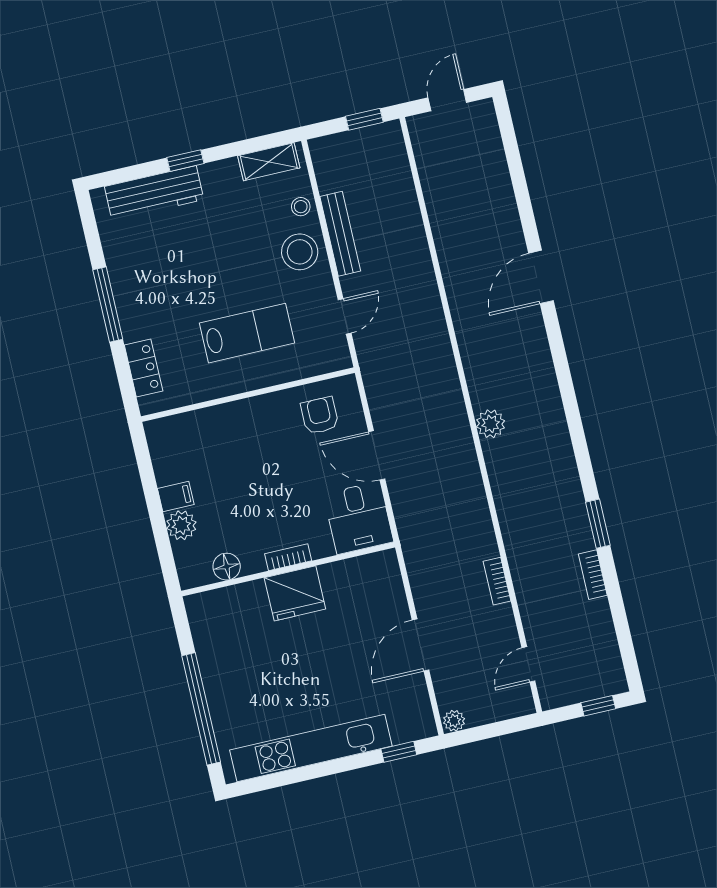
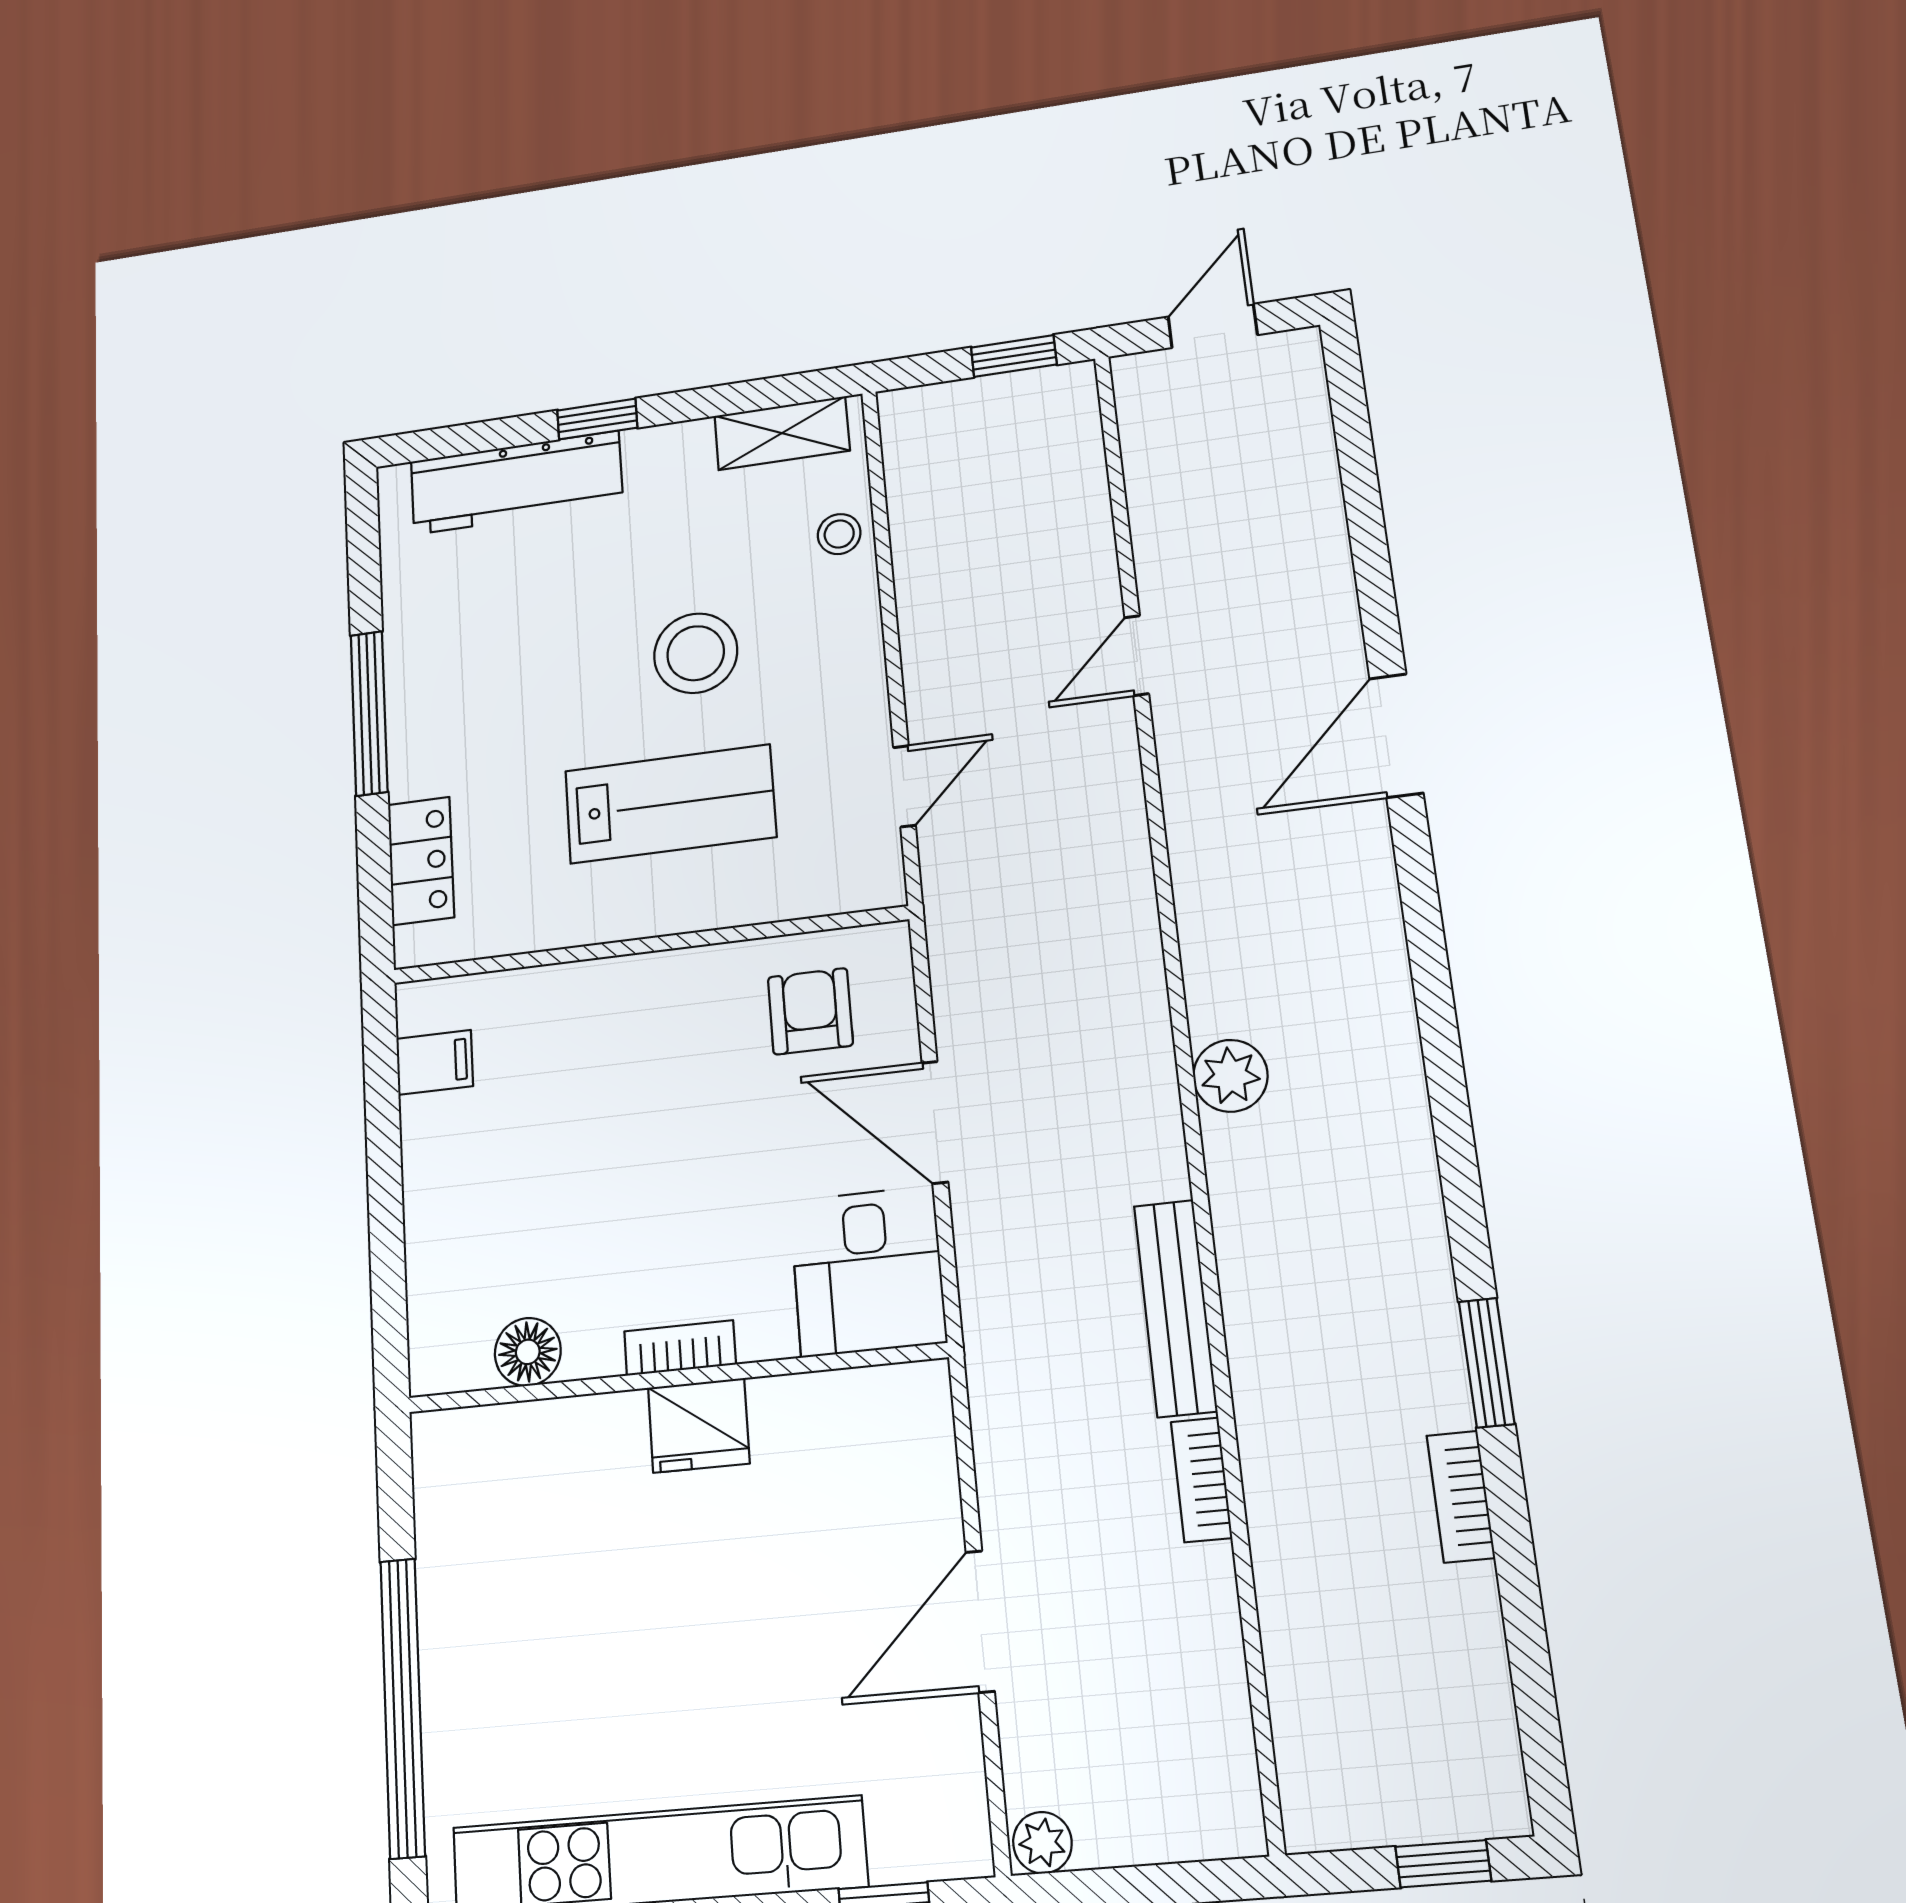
bench: (340, 234) -> (1175, 1308), moved
stool: (300, 252) -> (696, 653), moved
filing cabinet: (176, 496) -> (435, 1062), moved
plant: (181, 525) -> (439, 1237), removed
fridge: (295, 593) -> (699, 1425), width x0.73, depth x0.75
door: (528, 664) -> (1137, 656), moved

